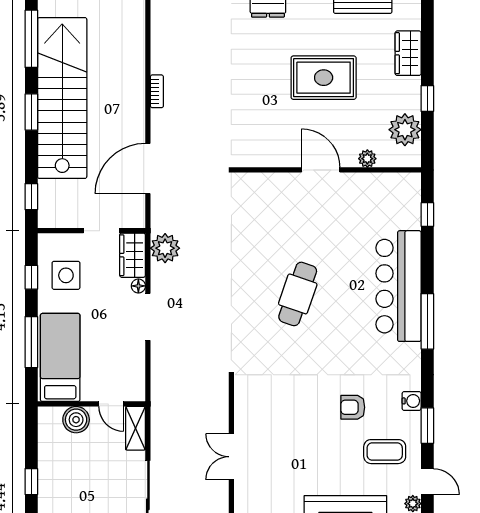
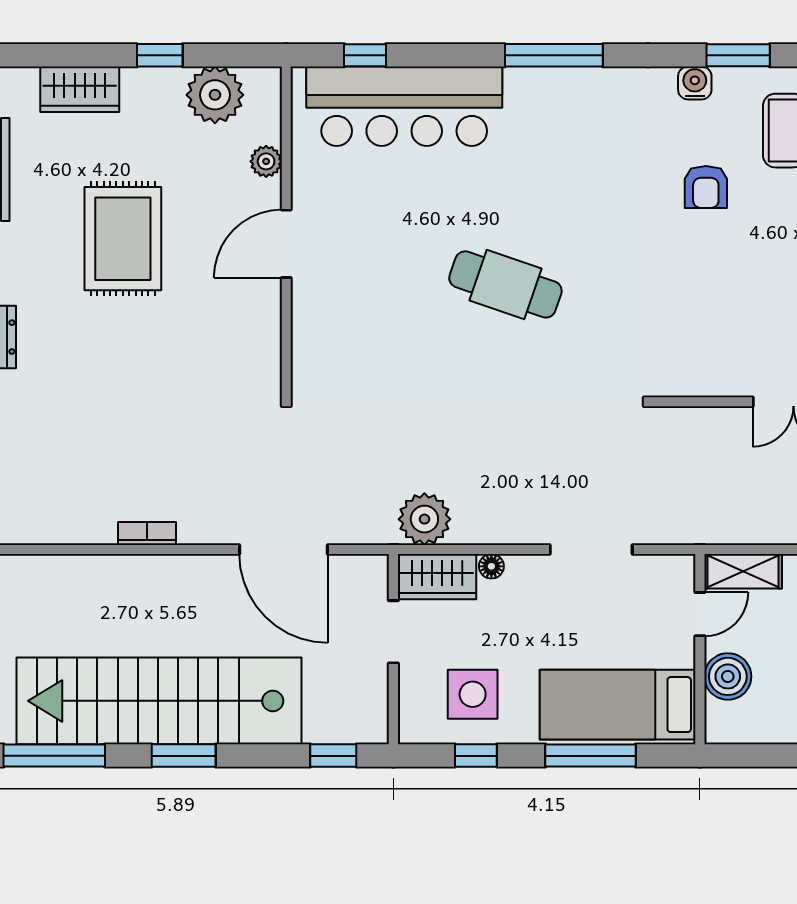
bar counter: (398, 286) -> (404, 106), moved
doorway: (148, 317) -> (591, 549), moved

